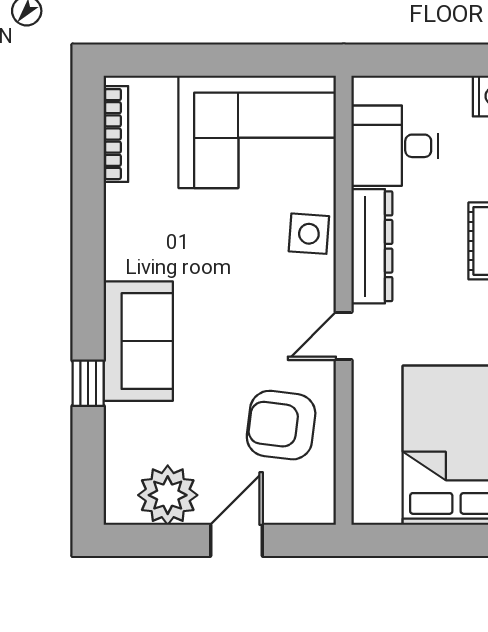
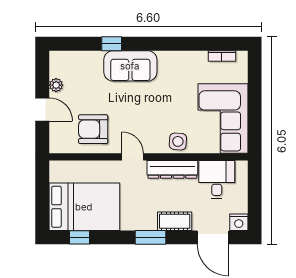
bookcase: (116, 134) -> (222, 56), width x0.64
armchair: (281, 425) -> (93, 129), turned -97
plant: (168, 495) -> (56, 85), width x0.53, depth x0.53

